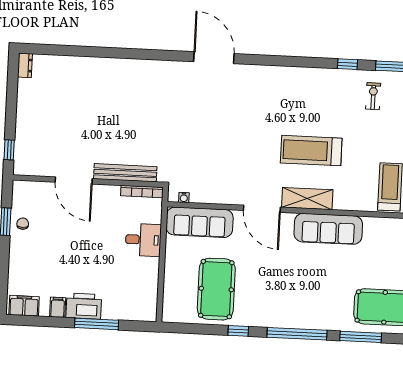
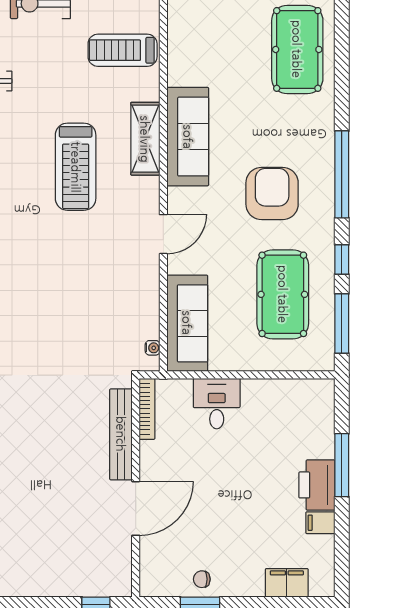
shelving: (307, 199) -> (145, 139), moved
door: (262, 209) -> (163, 234), width x0.73
armchair: (286, 285) -> (272, 194), added
pool table: (216, 289) -> (283, 294), turned 90
filing cabinet: (24, 306) -> (287, 583), moved, turned 90
window: (361, 337) -> (342, 323), moved

